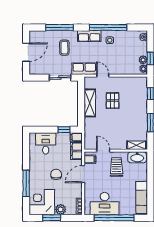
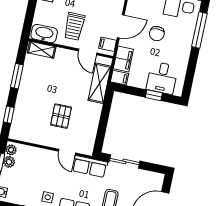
shelving: (90, 103) -> (100, 83), moved
window: (64, 130) -> (154, 95), moved

